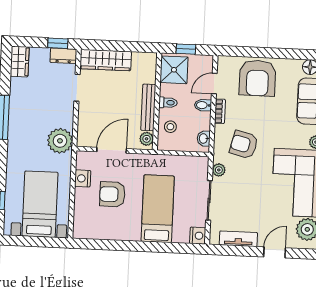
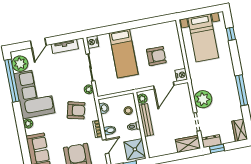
wardrobe: (106, 60) -> (188, 144), width x0.67
plant: (60, 141) -> (203, 99), moved
nightstand: (83, 178) -> (181, 75), moved

